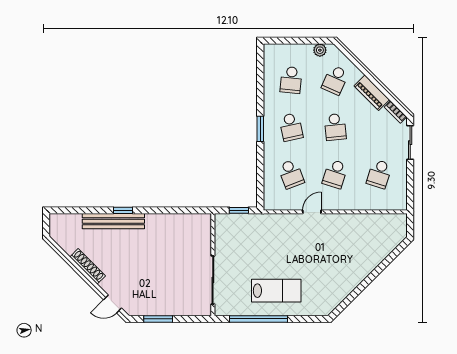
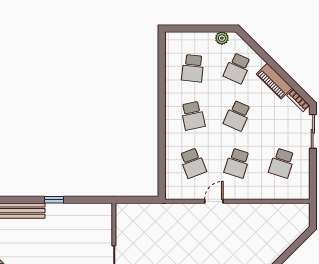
school desk: (335, 127) -> (237, 116), turned 30
window: (260, 129) -> (162, 117), removed
window: (123, 210) -> (54, 200), moved
window: (239, 210) -> (140, 200), removed

